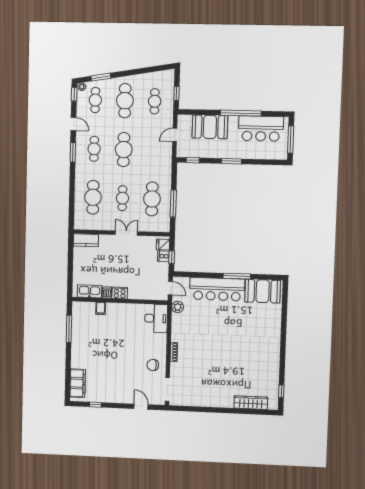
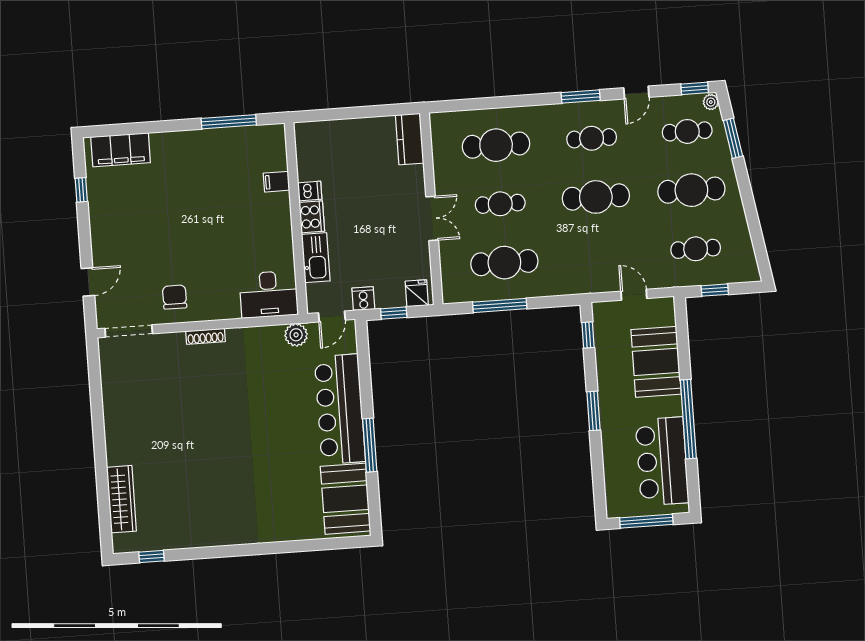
cooker: (163, 256) -> (363, 299), moved
kitchen sink: (90, 291) -> (316, 258), moved

